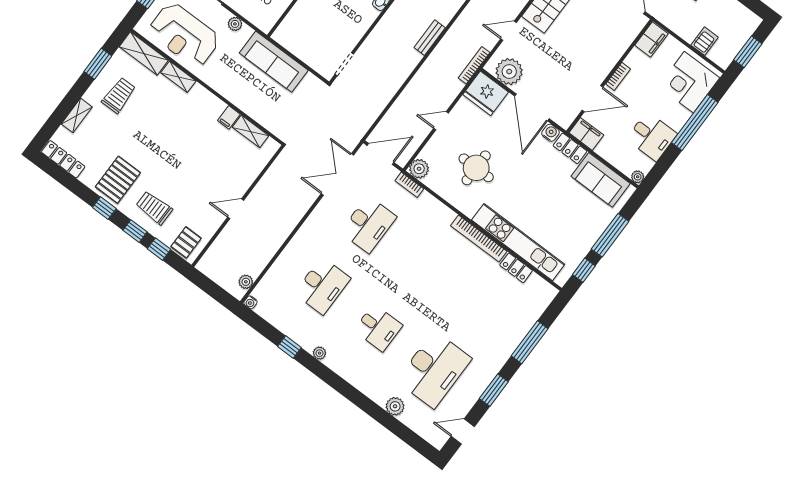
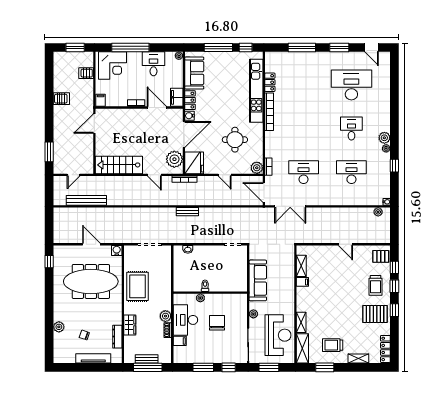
filing cabinet: (651, 39) -> (101, 100), width x0.50
plant: (395, 406) -> (384, 138), moved

